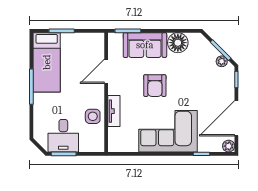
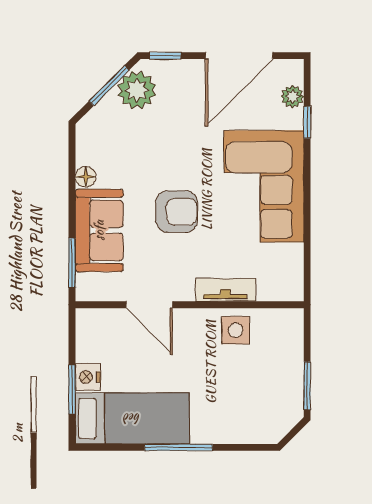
nightstand: (68, 39) -> (88, 377), added
floor lamp: (178, 43) -> (86, 177), width x0.53, depth x0.53
plant: (222, 61) -> (137, 90), width x1.88, depth x1.88
door: (236, 118) -> (239, 56), hinge flipped
desk: (63, 136) -> (273, 387), removed
plant: (229, 146) -> (292, 97), moved

